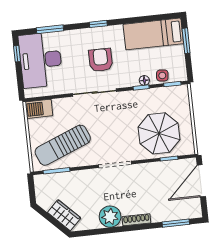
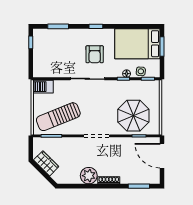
bed: (153, 34) -> (137, 44), width x1.50
desk: (41, 60) -> (48, 49), removed
armchair: (101, 60) -> (95, 54), turned 180
door: (201, 181) -> (162, 156), hinge flipped
wardrobe: (64, 215) -> (46, 163), moved

